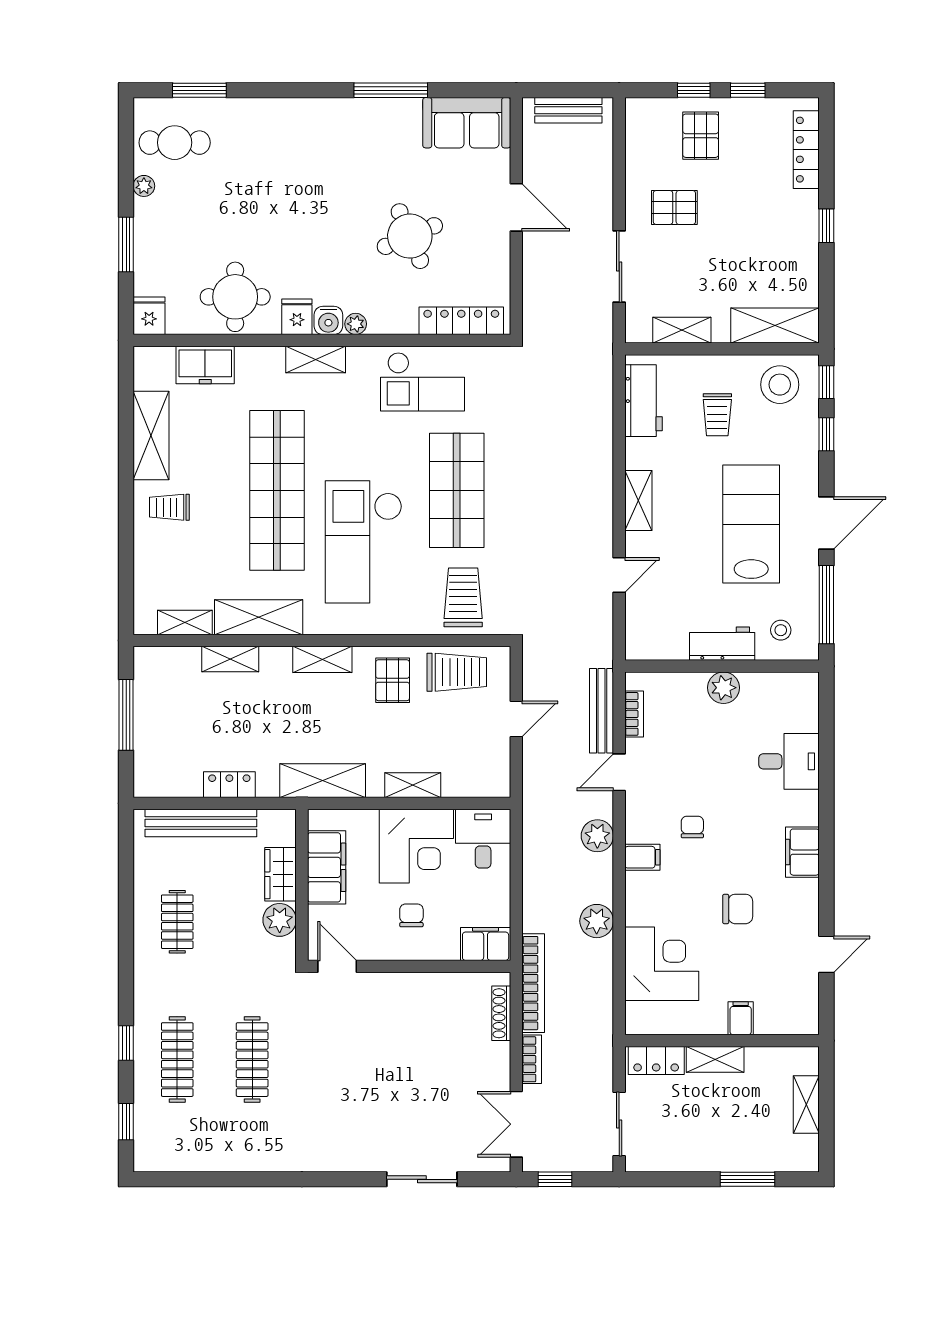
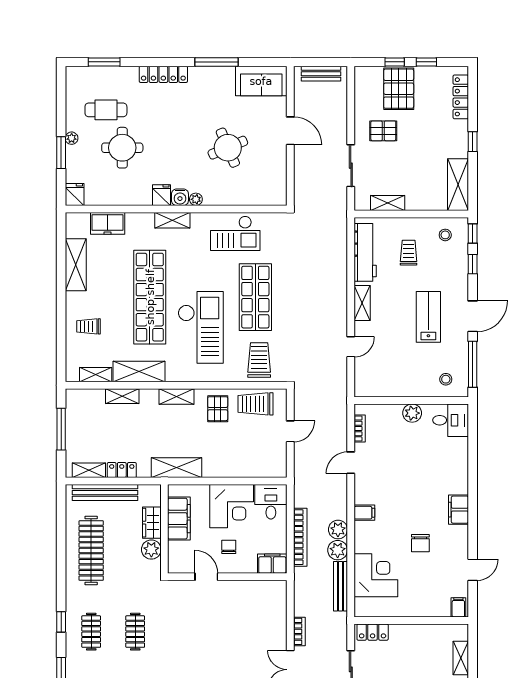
pallet: (701, 136) -> (399, 89), width x1.50, depth x1.42
cafe table: (175, 143) -> (106, 110), moved
plant: (144, 186) -> (72, 138), moved
round table: (235, 297) -> (122, 148), moved
locker: (461, 321) -> (163, 74), moved, turned 180
shelving: (775, 326) -> (458, 185), moved, turned 90
stool: (780, 385) -> (445, 235), width x0.53, depth x0.53
workbench: (643, 401) -> (365, 252), width x1.38
trolley: (717, 415) -> (409, 253), turned 180
trolley: (169, 507) -> (89, 326), moved
lab bench: (751, 524) -> (428, 317), width x0.73, depth x0.72
checkout: (364, 542) -> (201, 327), turned 180
workbench: (722, 644) -> (411, 387), removed
trolley: (457, 672) -> (255, 404), turned 180
bench: (602, 711) -> (340, 586), moved
desk: (789, 761) -> (451, 420), moved
shelving: (413, 785) -> (89, 470), moved
chair: (692, 827) -> (394, 495), removed
plant: (597, 836) -> (338, 530), moved
chair: (738, 909) -> (420, 543), turned 90
clothes rail: (177, 922) -> (91, 551), width x1.86, depth x1.31
door: (337, 966) -> (206, 577), moved
bookcase: (533, 983) -> (300, 537), moved
shoe rack: (501, 1013) -> (281, 604), removed
filing cabinet: (741, 1018) -> (458, 607), moved
shelving: (715, 1059) -> (407, 631), removed
clothes rail: (177, 1060) -> (91, 632), width x0.73
clothes rail: (252, 1060) -> (135, 632), width x0.73

